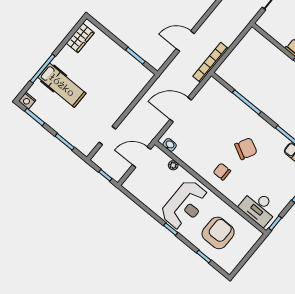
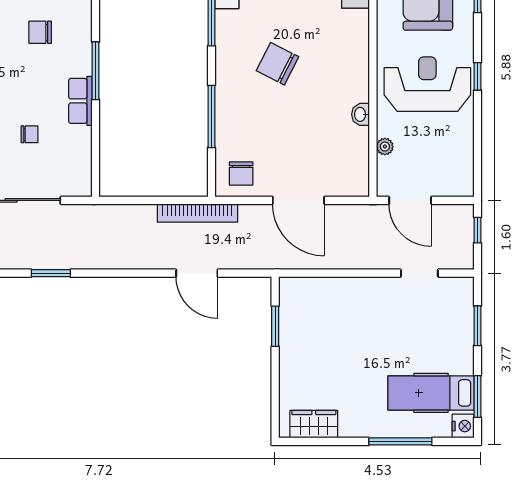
hospital bed: (62, 85) -> (431, 393), moved, turned -90
washbasin: (170, 145) -> (361, 114), moved
chair: (222, 172) -> (241, 173), moved

